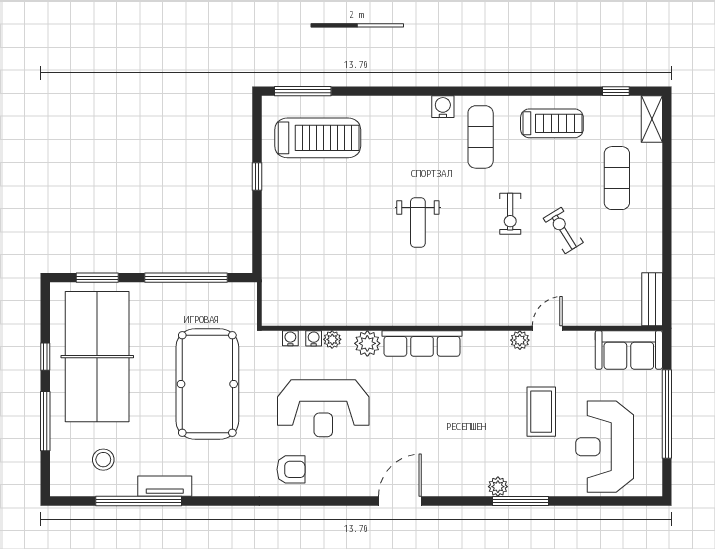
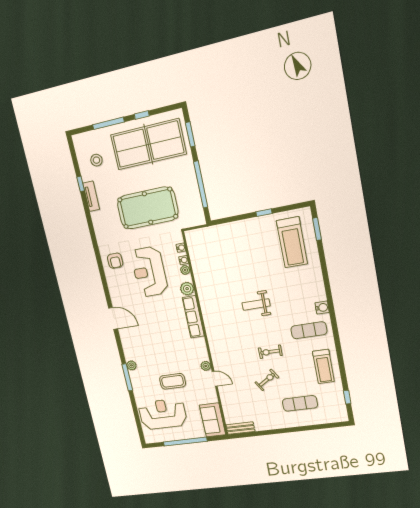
window: (303, 91) -> (317, 229), width x0.69
shelving: (652, 119) -> (335, 417), removed
window: (139, 501) -> (81, 184), width x0.32

